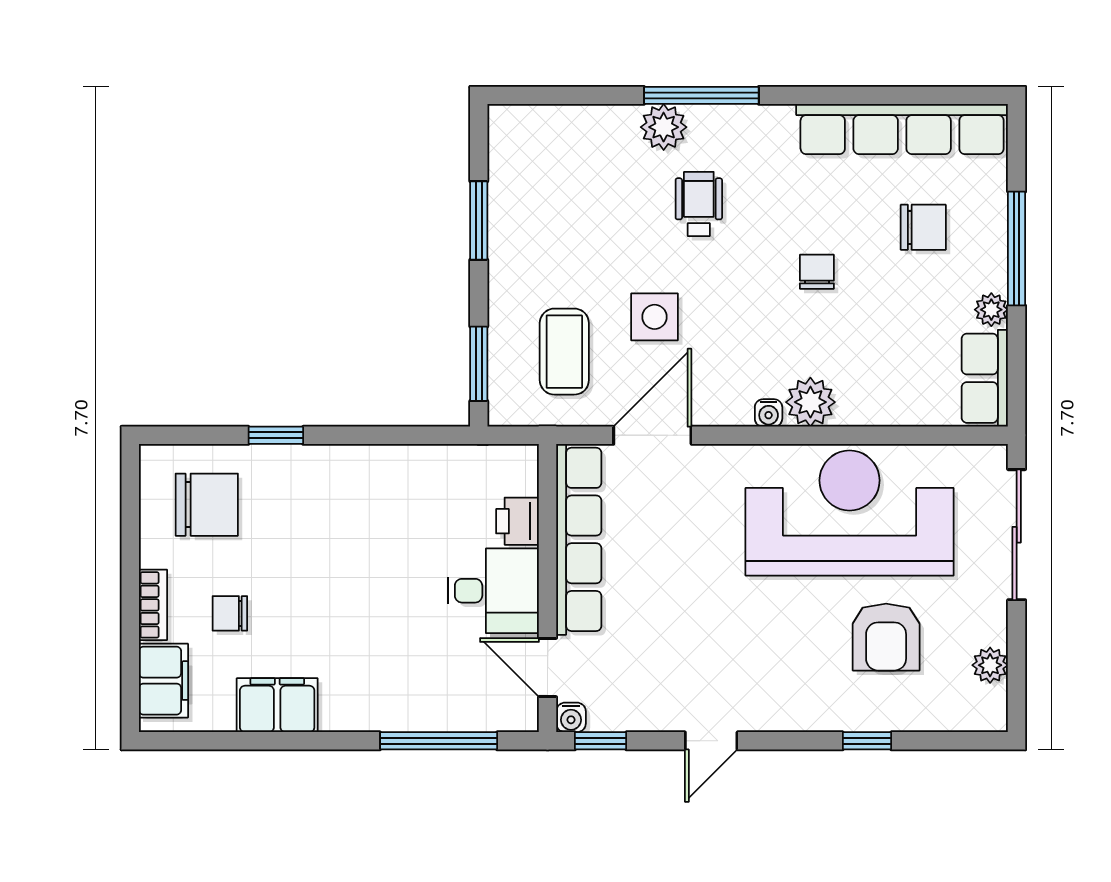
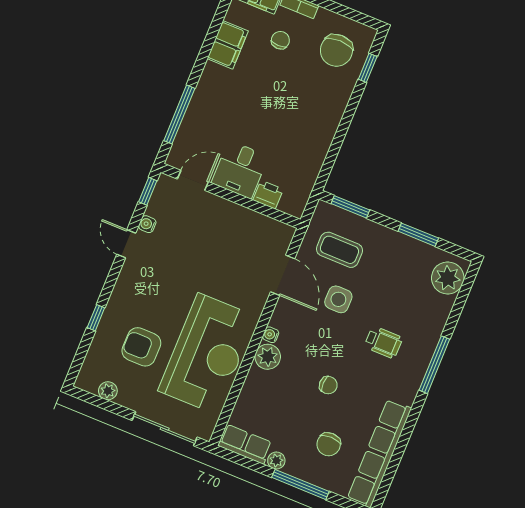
plant: (664, 127) -> (448, 278), moved, width x1.36, depth x1.36
window: (276, 435) -> (368, 68), moved
row of seats: (579, 539) -> (248, 220), removed
water cooler: (571, 717) -> (147, 224), moved

